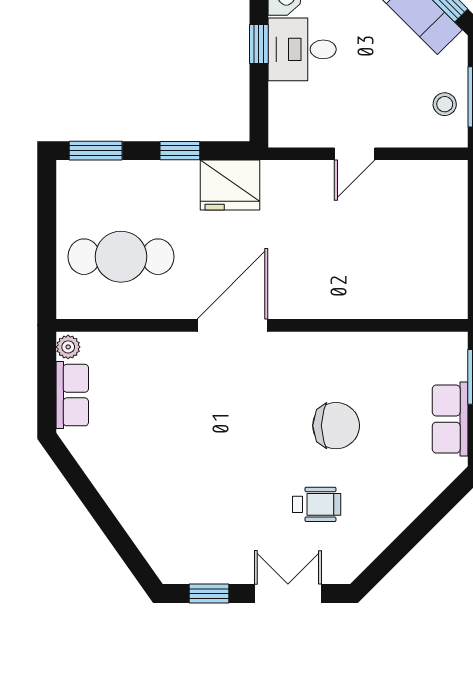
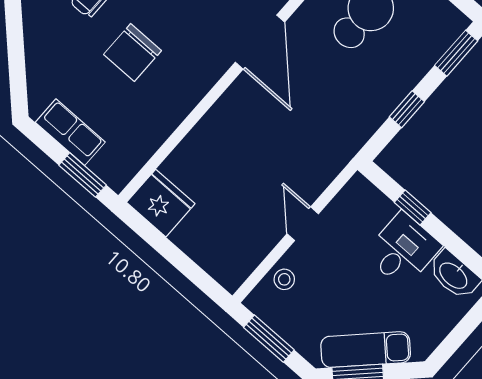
window: (259, 44) -> (413, 208), moved
stool: (445, 104) -> (284, 279), moved
fridge: (230, 185) -> (161, 203), moved, turned 90

